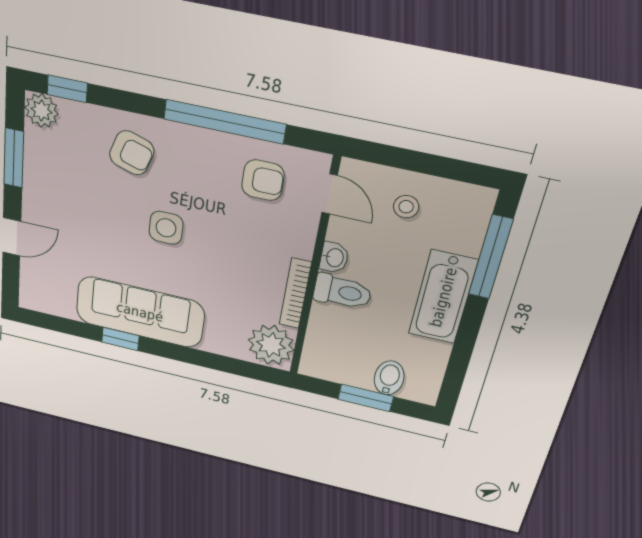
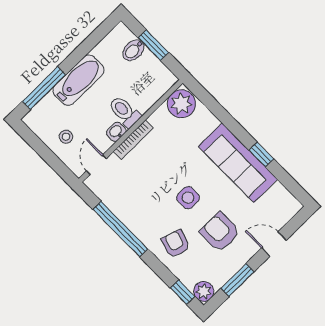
armchair: (263, 180) -> (220, 232), moved, width x1.38, depth x1.38
bookcase: (295, 294) -> (133, 140), moved

